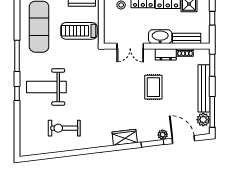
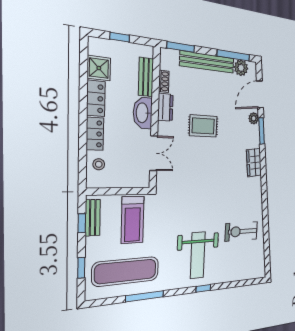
window: (17, 56) -> (145, 296), moved
exercise bike: (64, 128) -> (241, 231), turned 90

